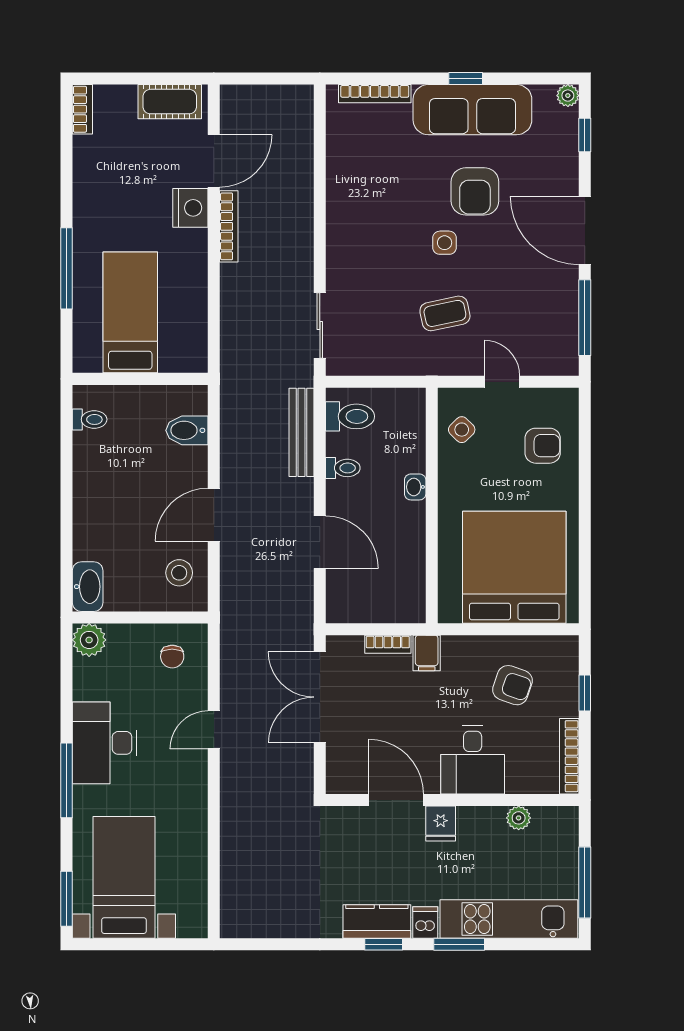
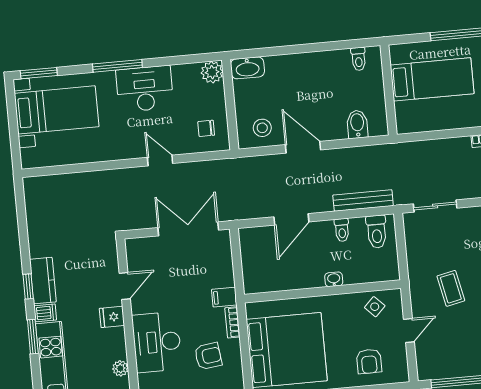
bookcase: (388, 644) -> (232, 322), moved
armchair: (512, 685) -> (208, 356), turned -116
desk: (473, 760) -> (157, 342), width x1.37
door: (396, 800) -> (125, 286), width x0.73

